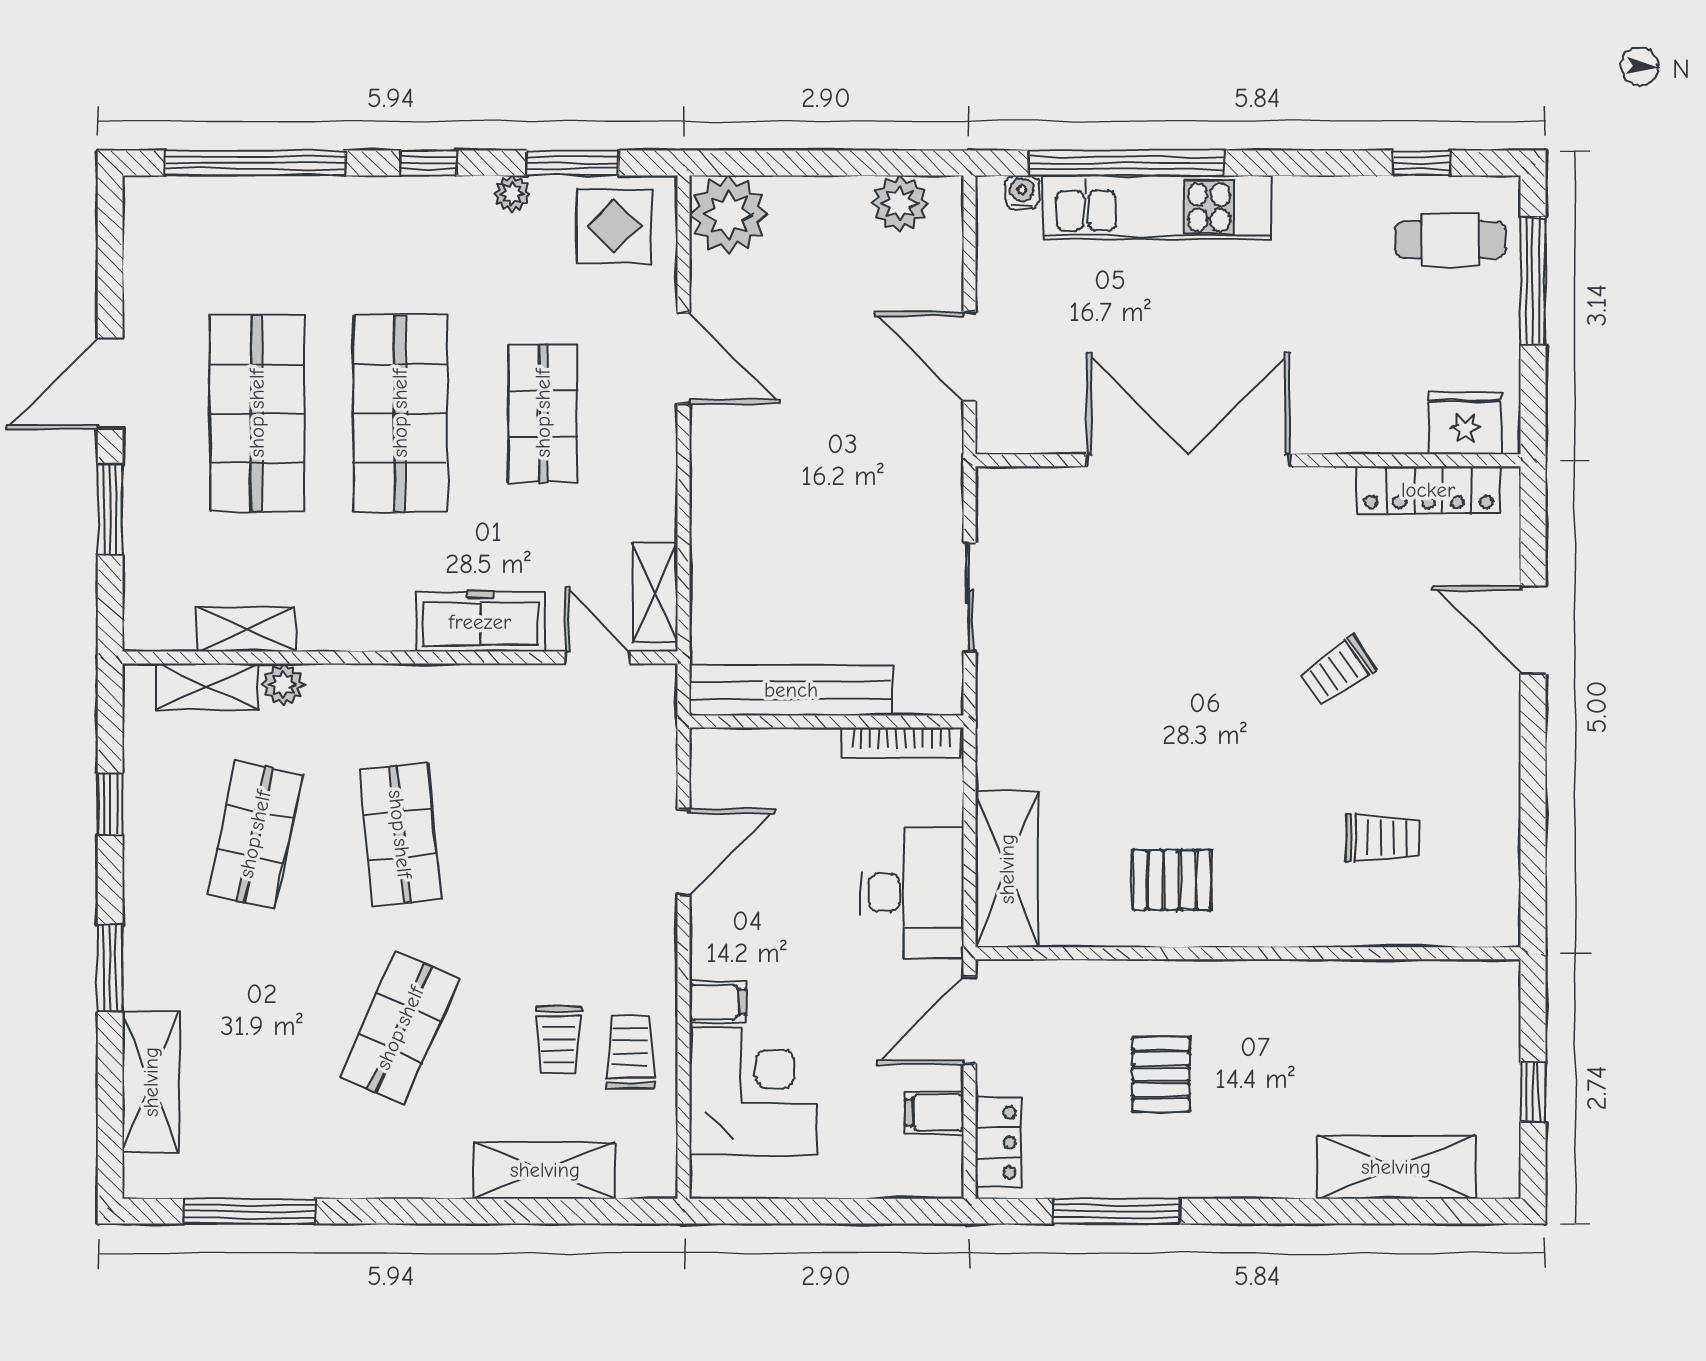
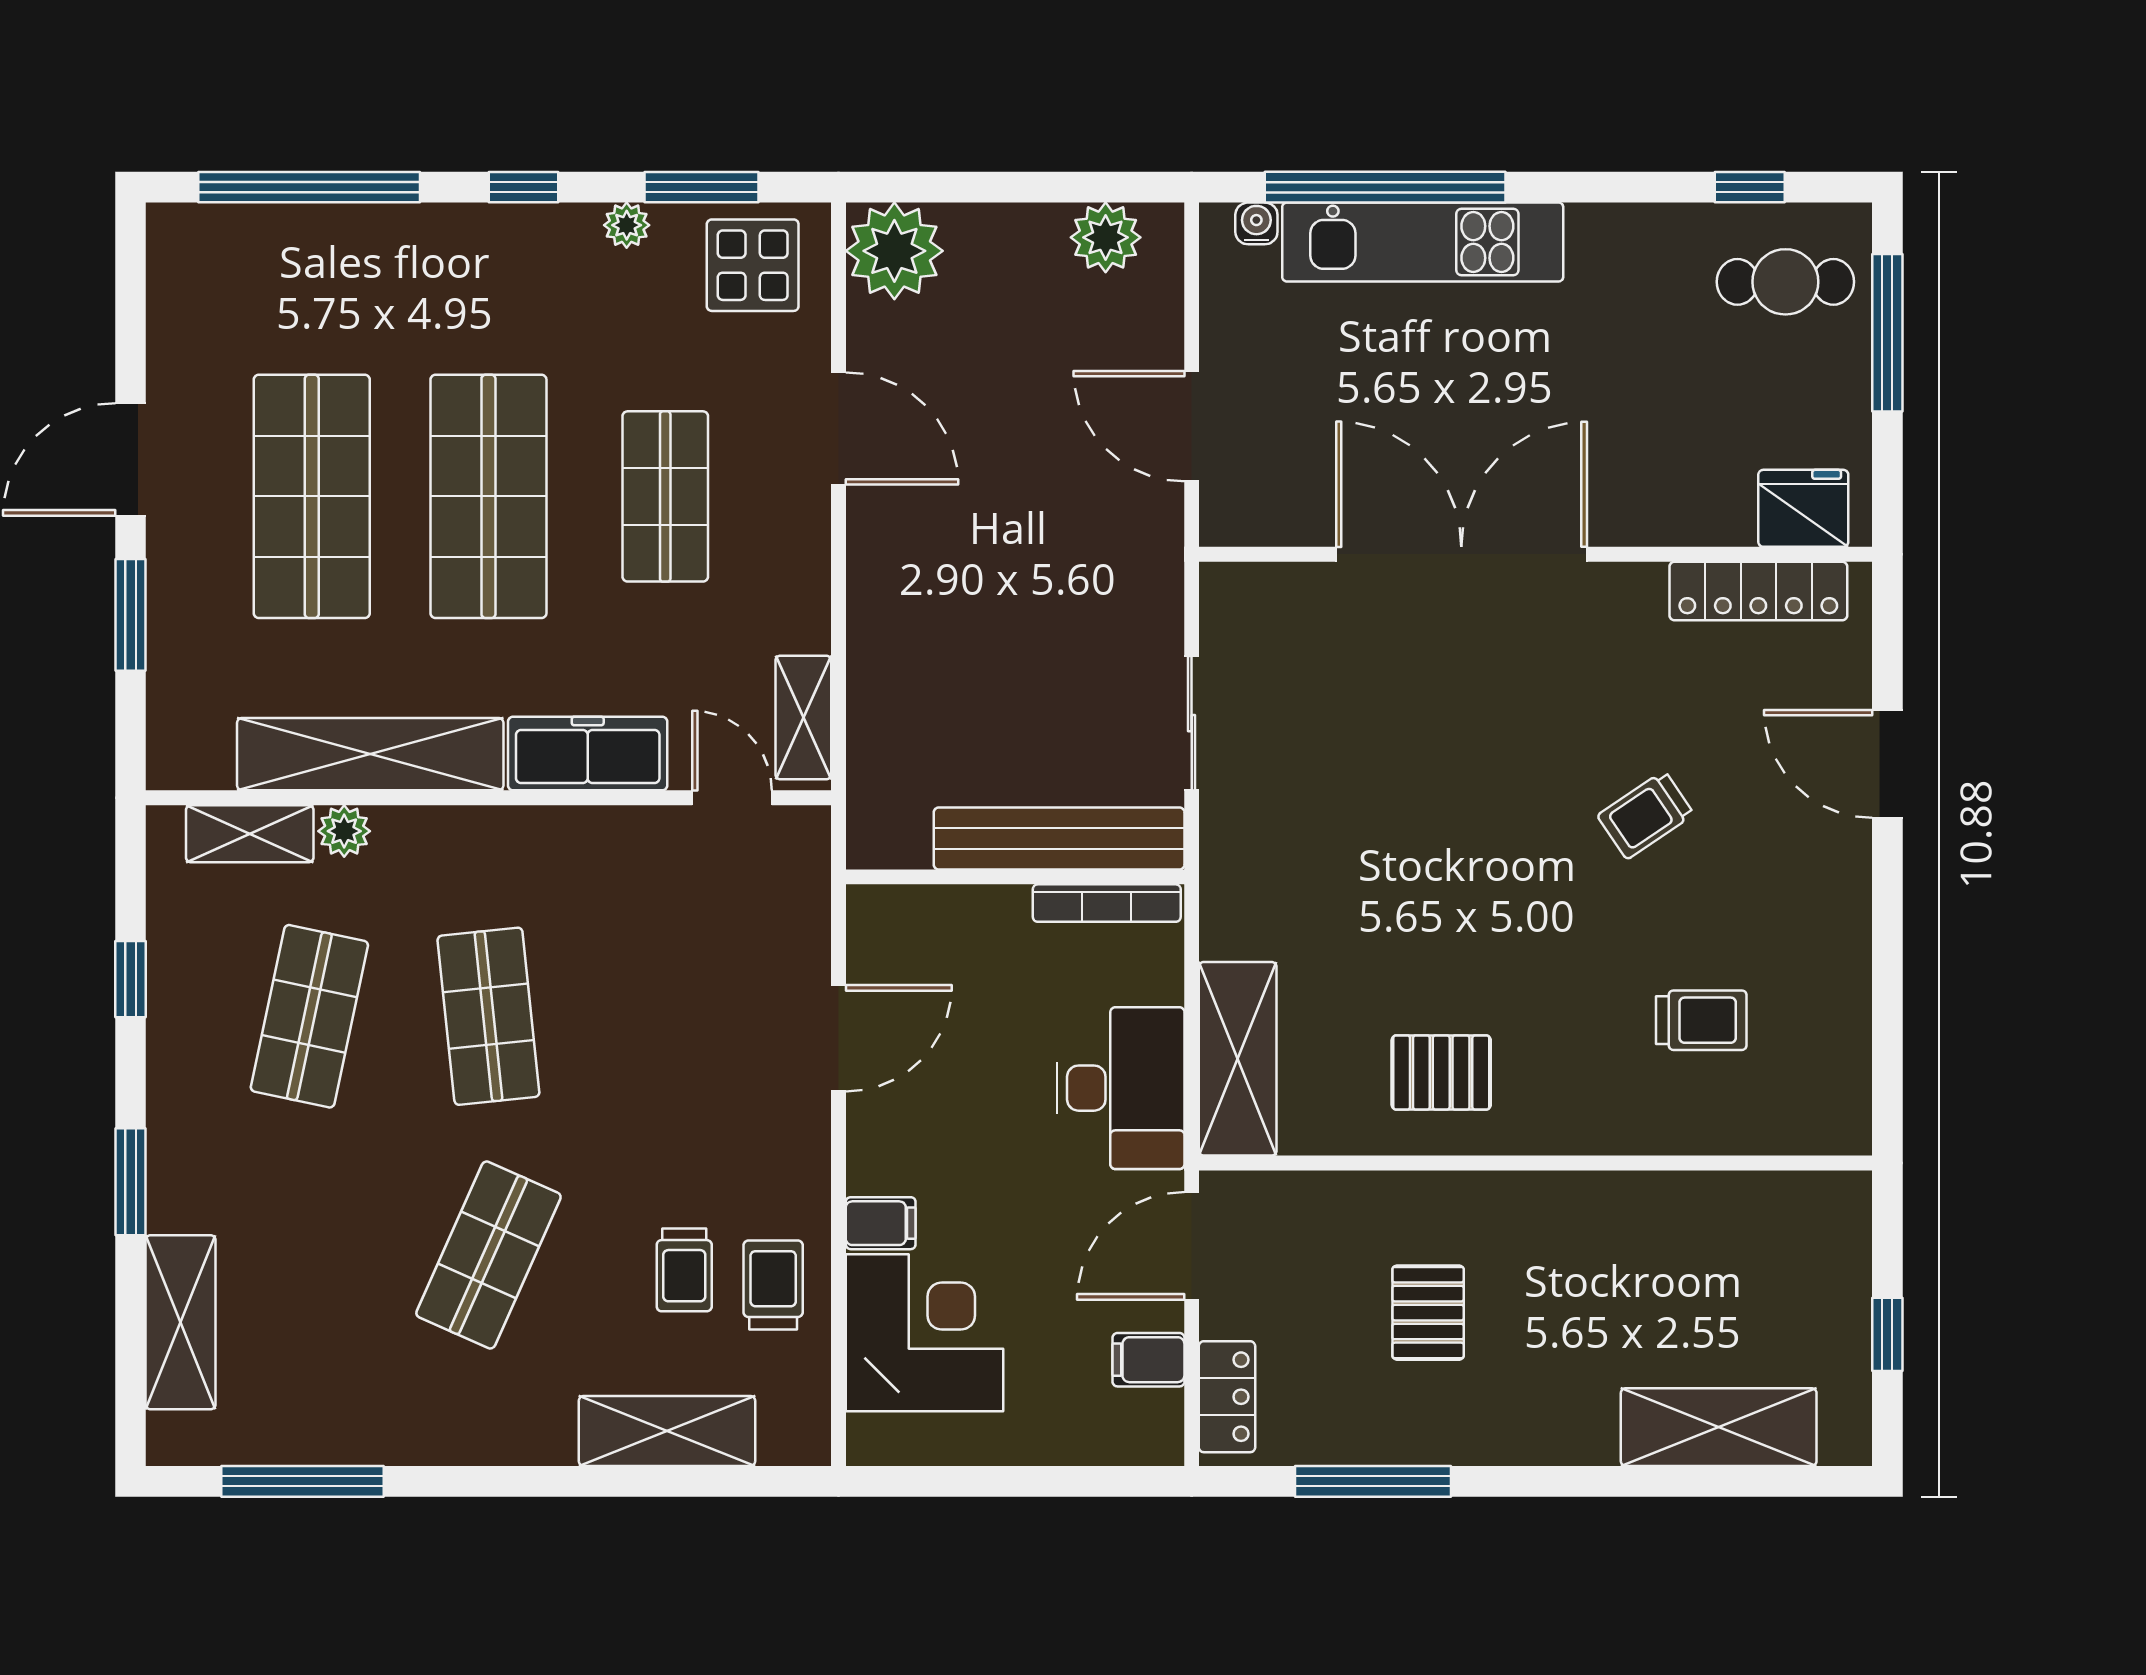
shelving: (246, 630) -> (370, 754), width x2.20, depth x1.33
bench: (791, 690) -> (1059, 838), moved

